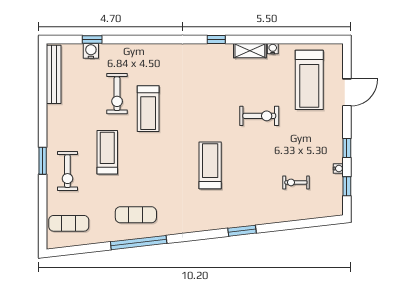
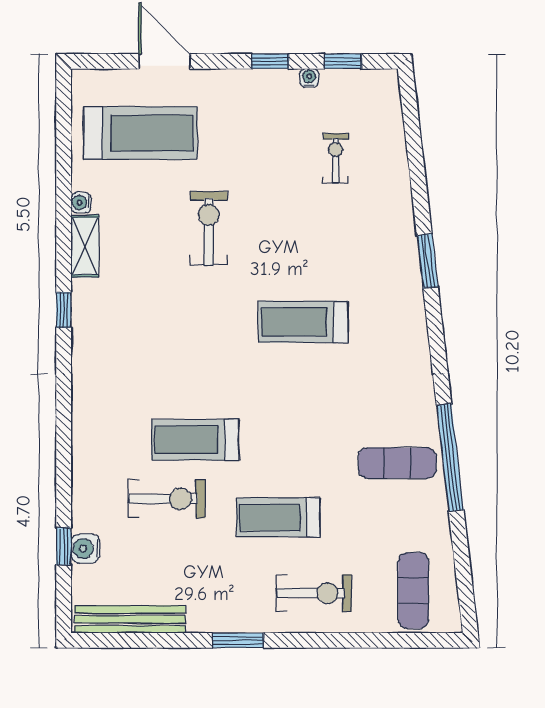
treadmill: (148, 109) -> (195, 440), turned 180
window: (43, 161) -> (238, 640), moved
exercise bike: (296, 182) -> (336, 158), turned 180
exercise mat: (136, 215) -> (397, 463), turned 90

